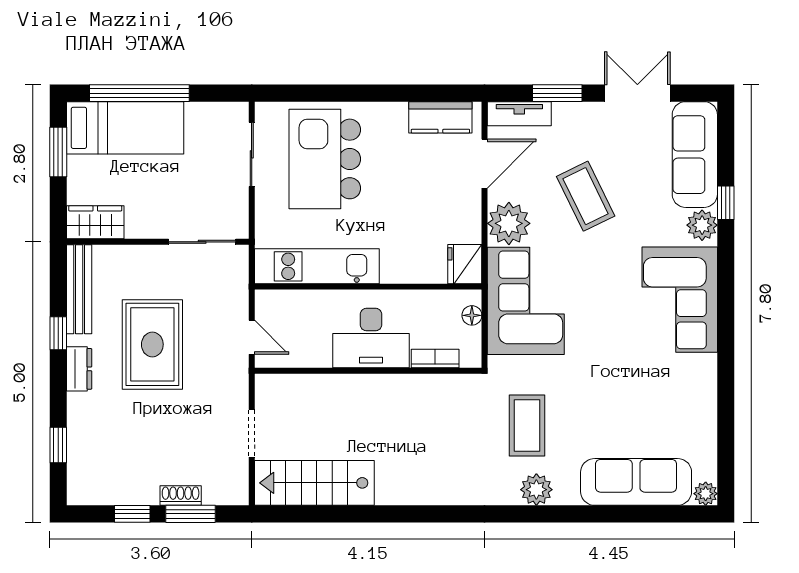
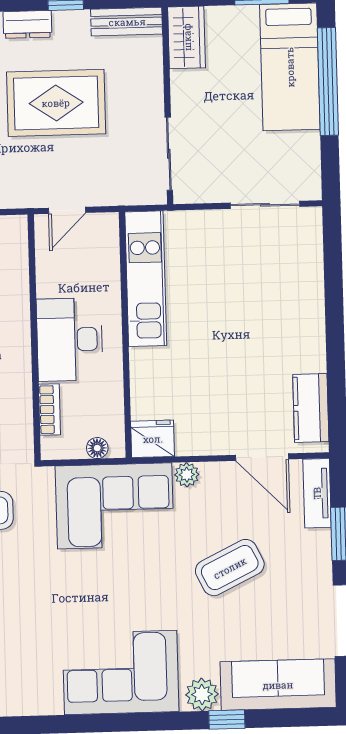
kitchen island: (325, 159) -> (262, 284), removed
plant: (509, 223) -> (187, 475), width x0.53, depth x0.53
bench: (79, 289) -> (127, 22), width x0.73

